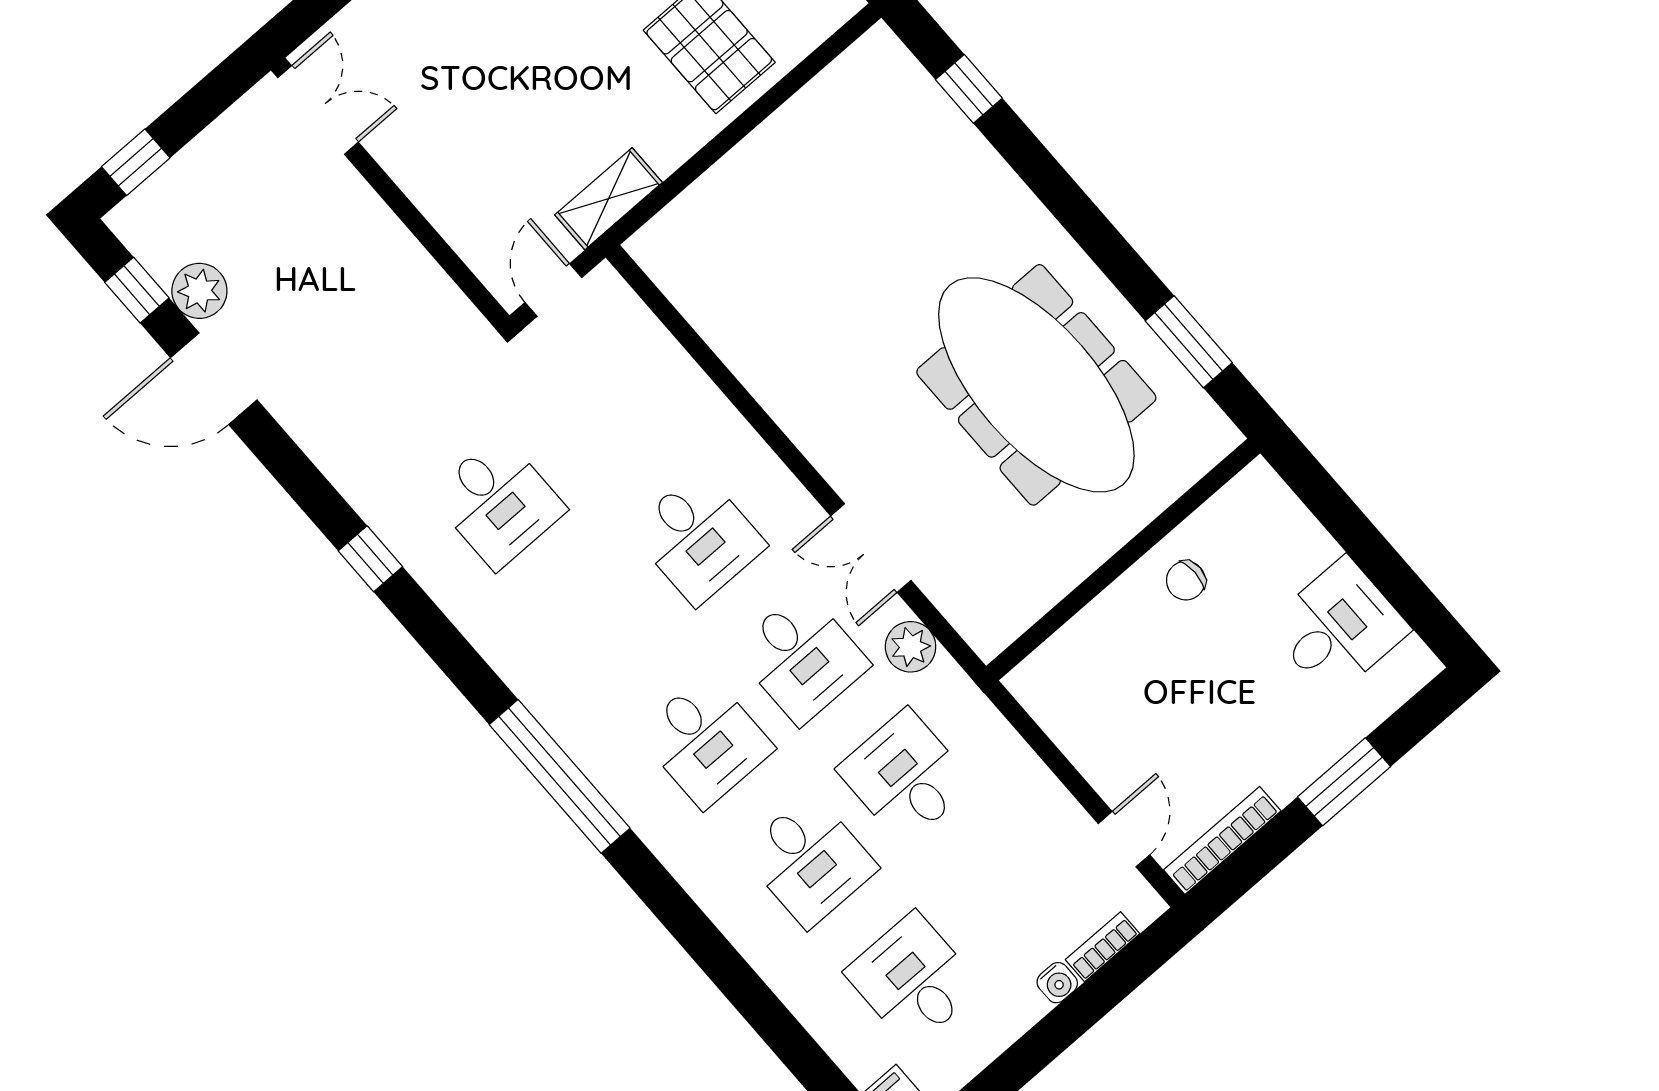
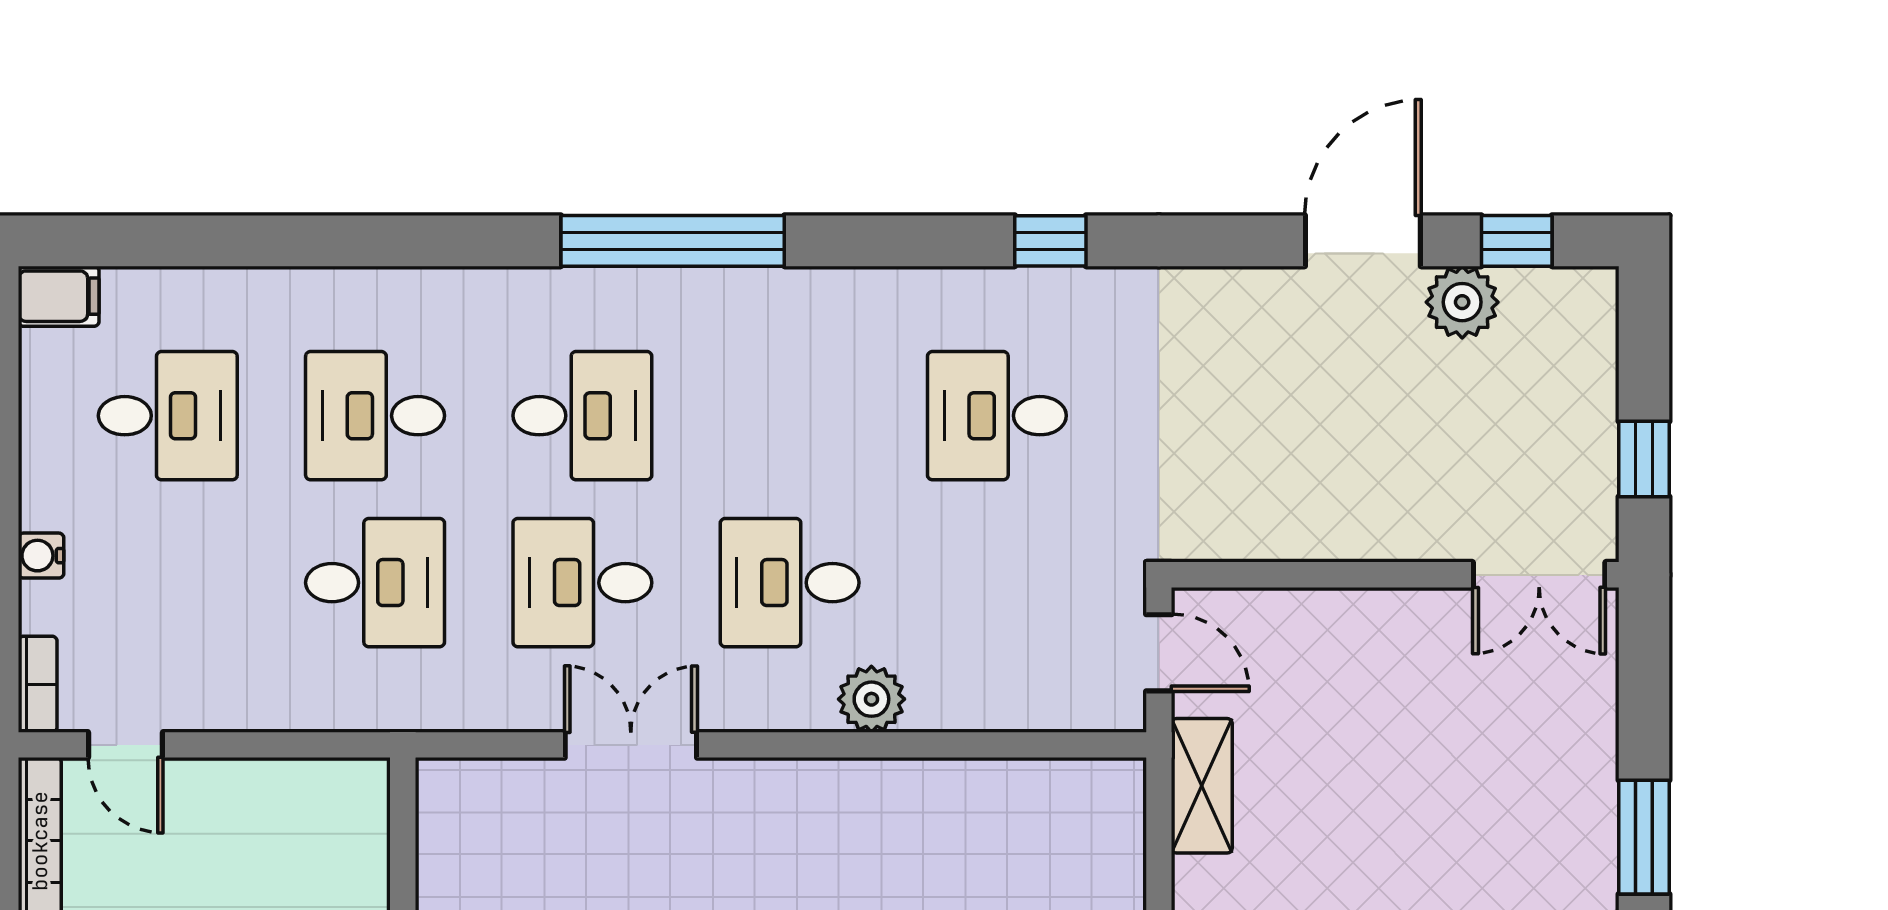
window: (136, 162) -> (1644, 459), moved
plant: (911, 647) -> (871, 699), moved
desk: (706, 741) -> (582, 416), turned 180
bookcase: (1103, 947) -> (38, 684), moved

